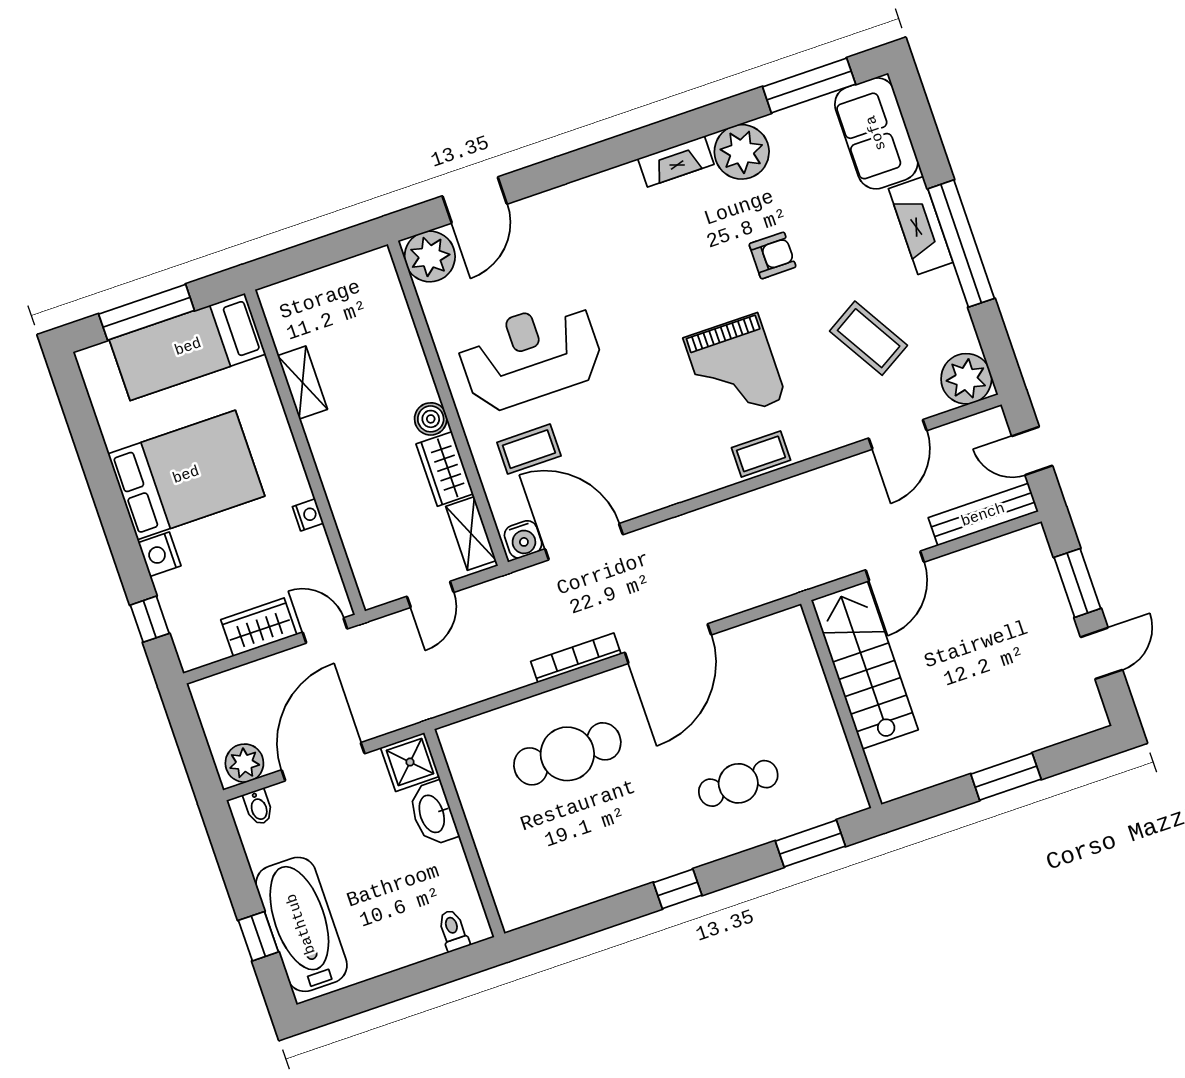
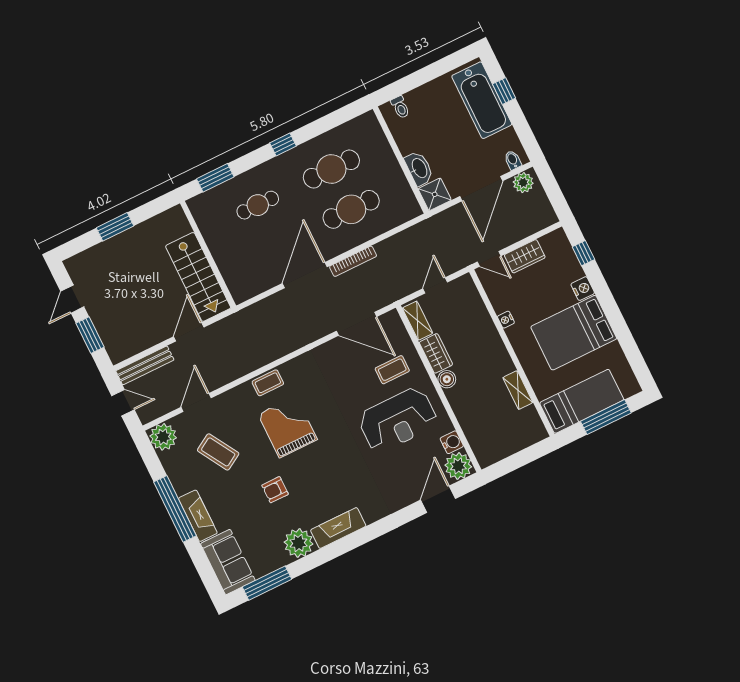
fireplace: (676, 161) -> (338, 528), width x1.37, depth x1.32
water cooler: (523, 539) -> (452, 442), moved, turned 90
cafe table: (594, 833) -> (331, 169), added

